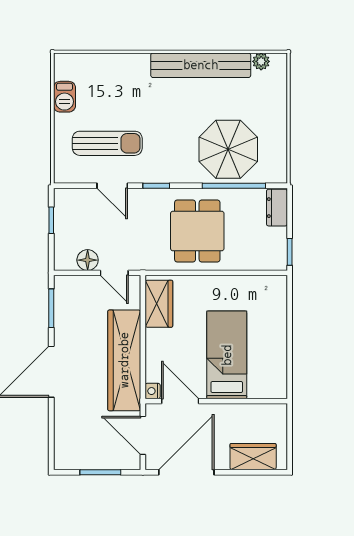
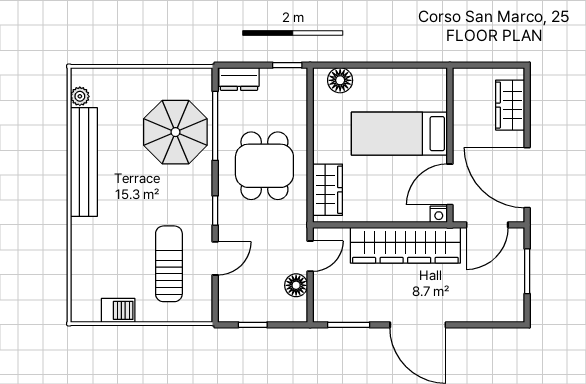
dining table: (197, 231) -> (264, 166), turned 90
floor lamp: (276, 300) -> (340, 80), added
wardrobe: (159, 304) -> (327, 190), moved, turned 90

